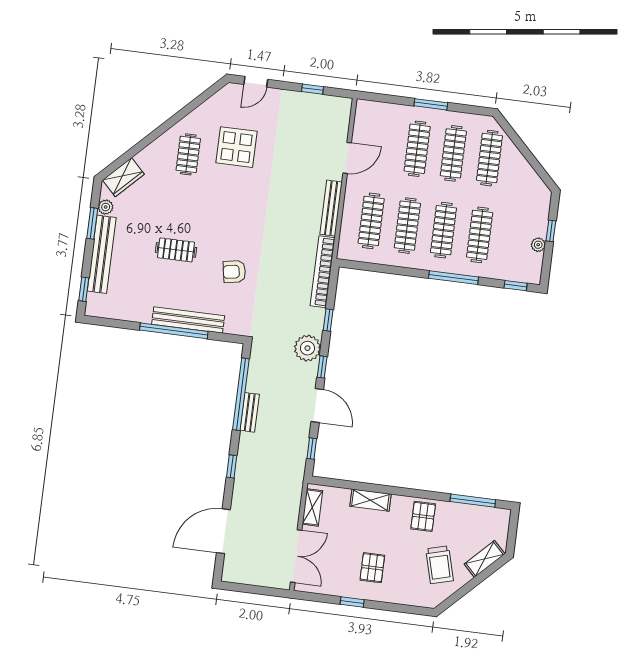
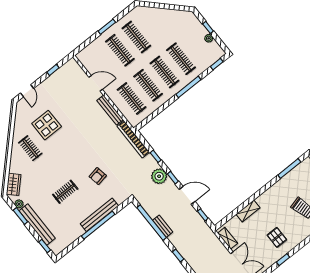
door: (347, 158) -> (96, 83), hinge flipped
clothes rail: (489, 158) -> (153, 24), removed
pallet: (423, 516) -> (276, 196), removed

